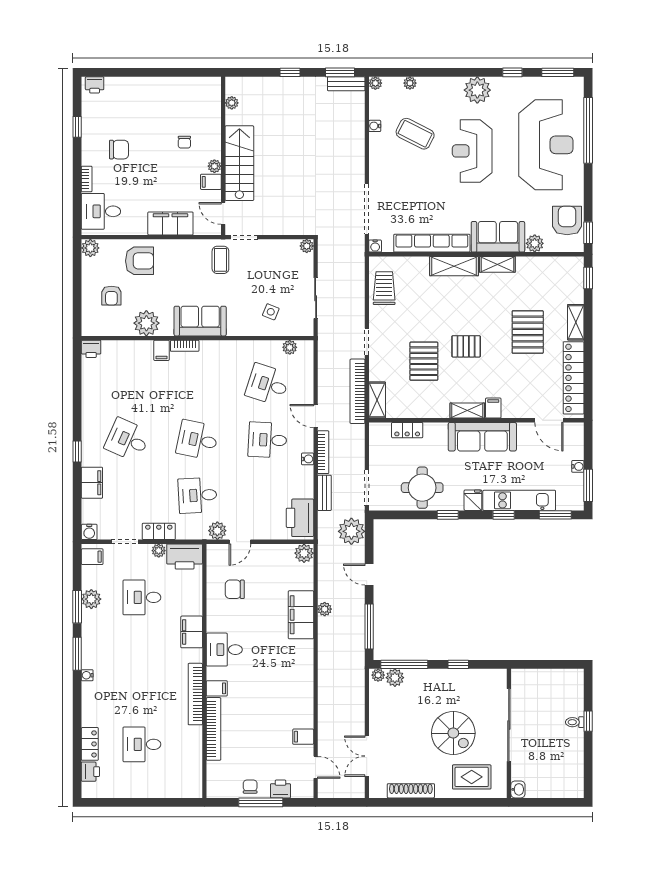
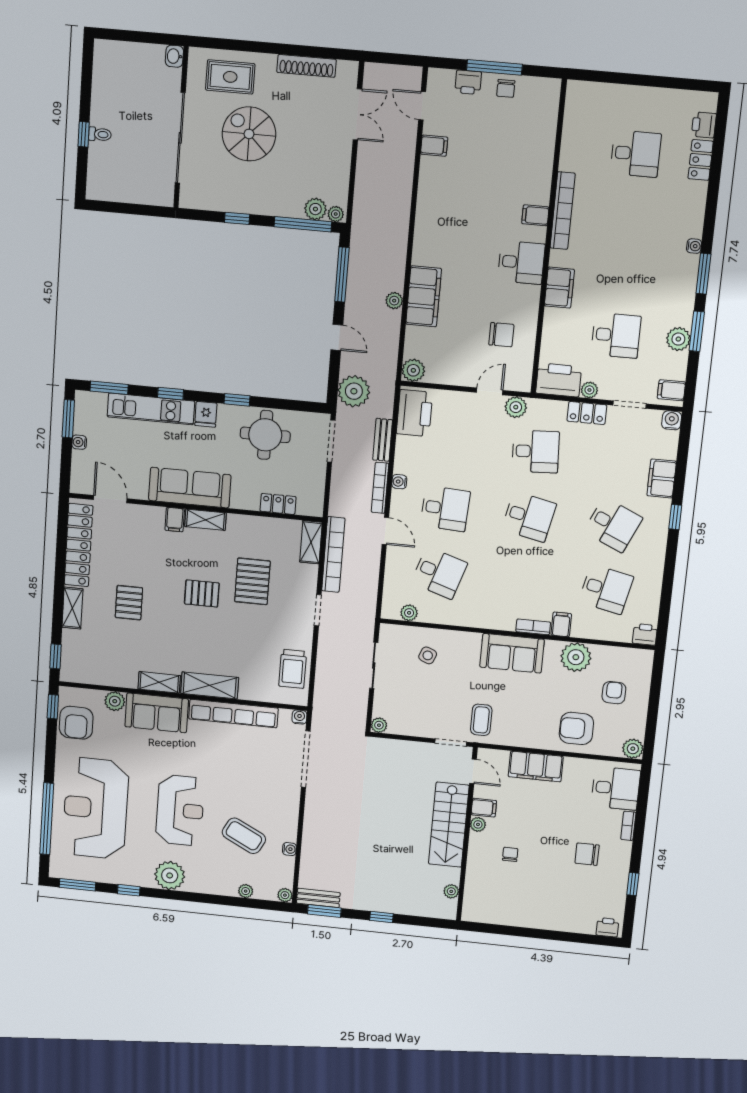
pallet: (528, 332) -> (129, 603), width x0.67, depth x0.71
desk: (128, 384) -> (606, 589), added
bookcase: (214, 729) -> (544, 165), removed

